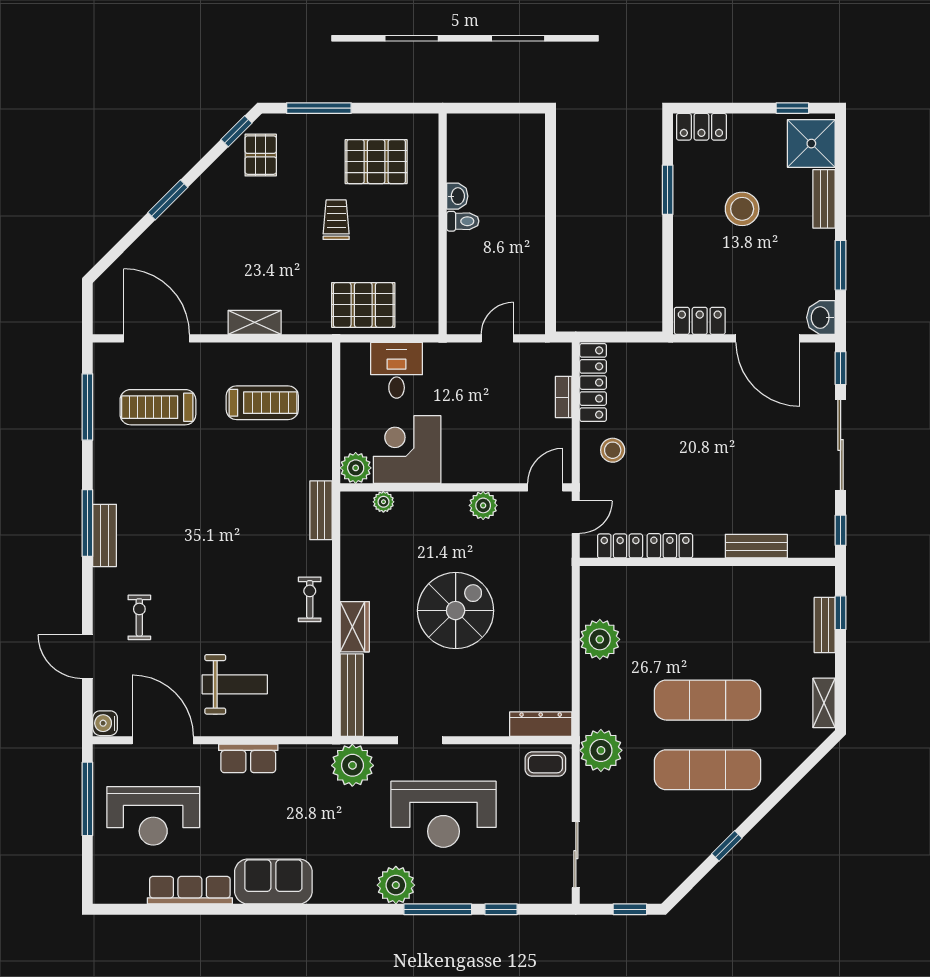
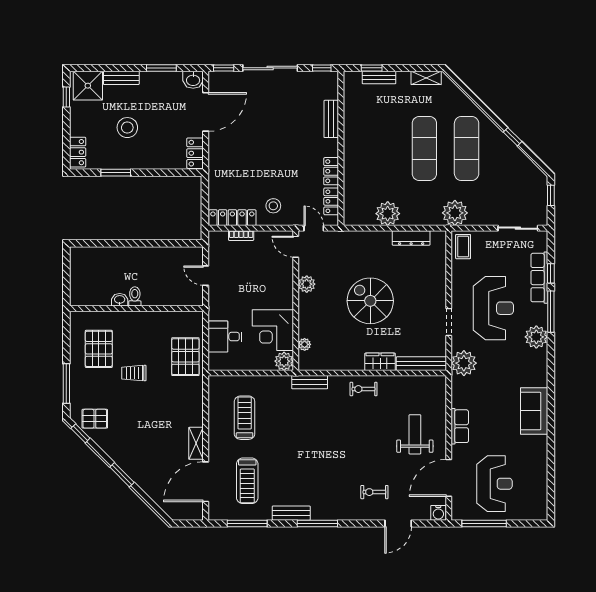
shelving: (255, 322) -> (196, 443), moved
bench: (105, 535) -> (291, 513), moved
dresser: (541, 724) -> (411, 238), moved, turned -90
row of seats: (190, 890) -> (539, 278), moved

